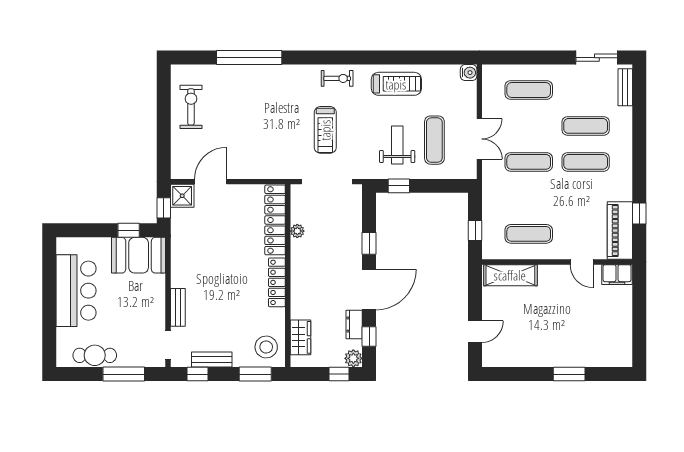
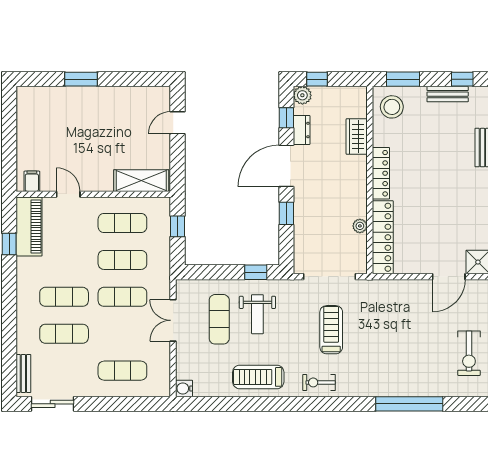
exercise mat: (529, 198) -> (122, 260), added
filing cabinet: (617, 275) -> (32, 181), width x0.50
wardrobe: (300, 337) -> (357, 137), moved

